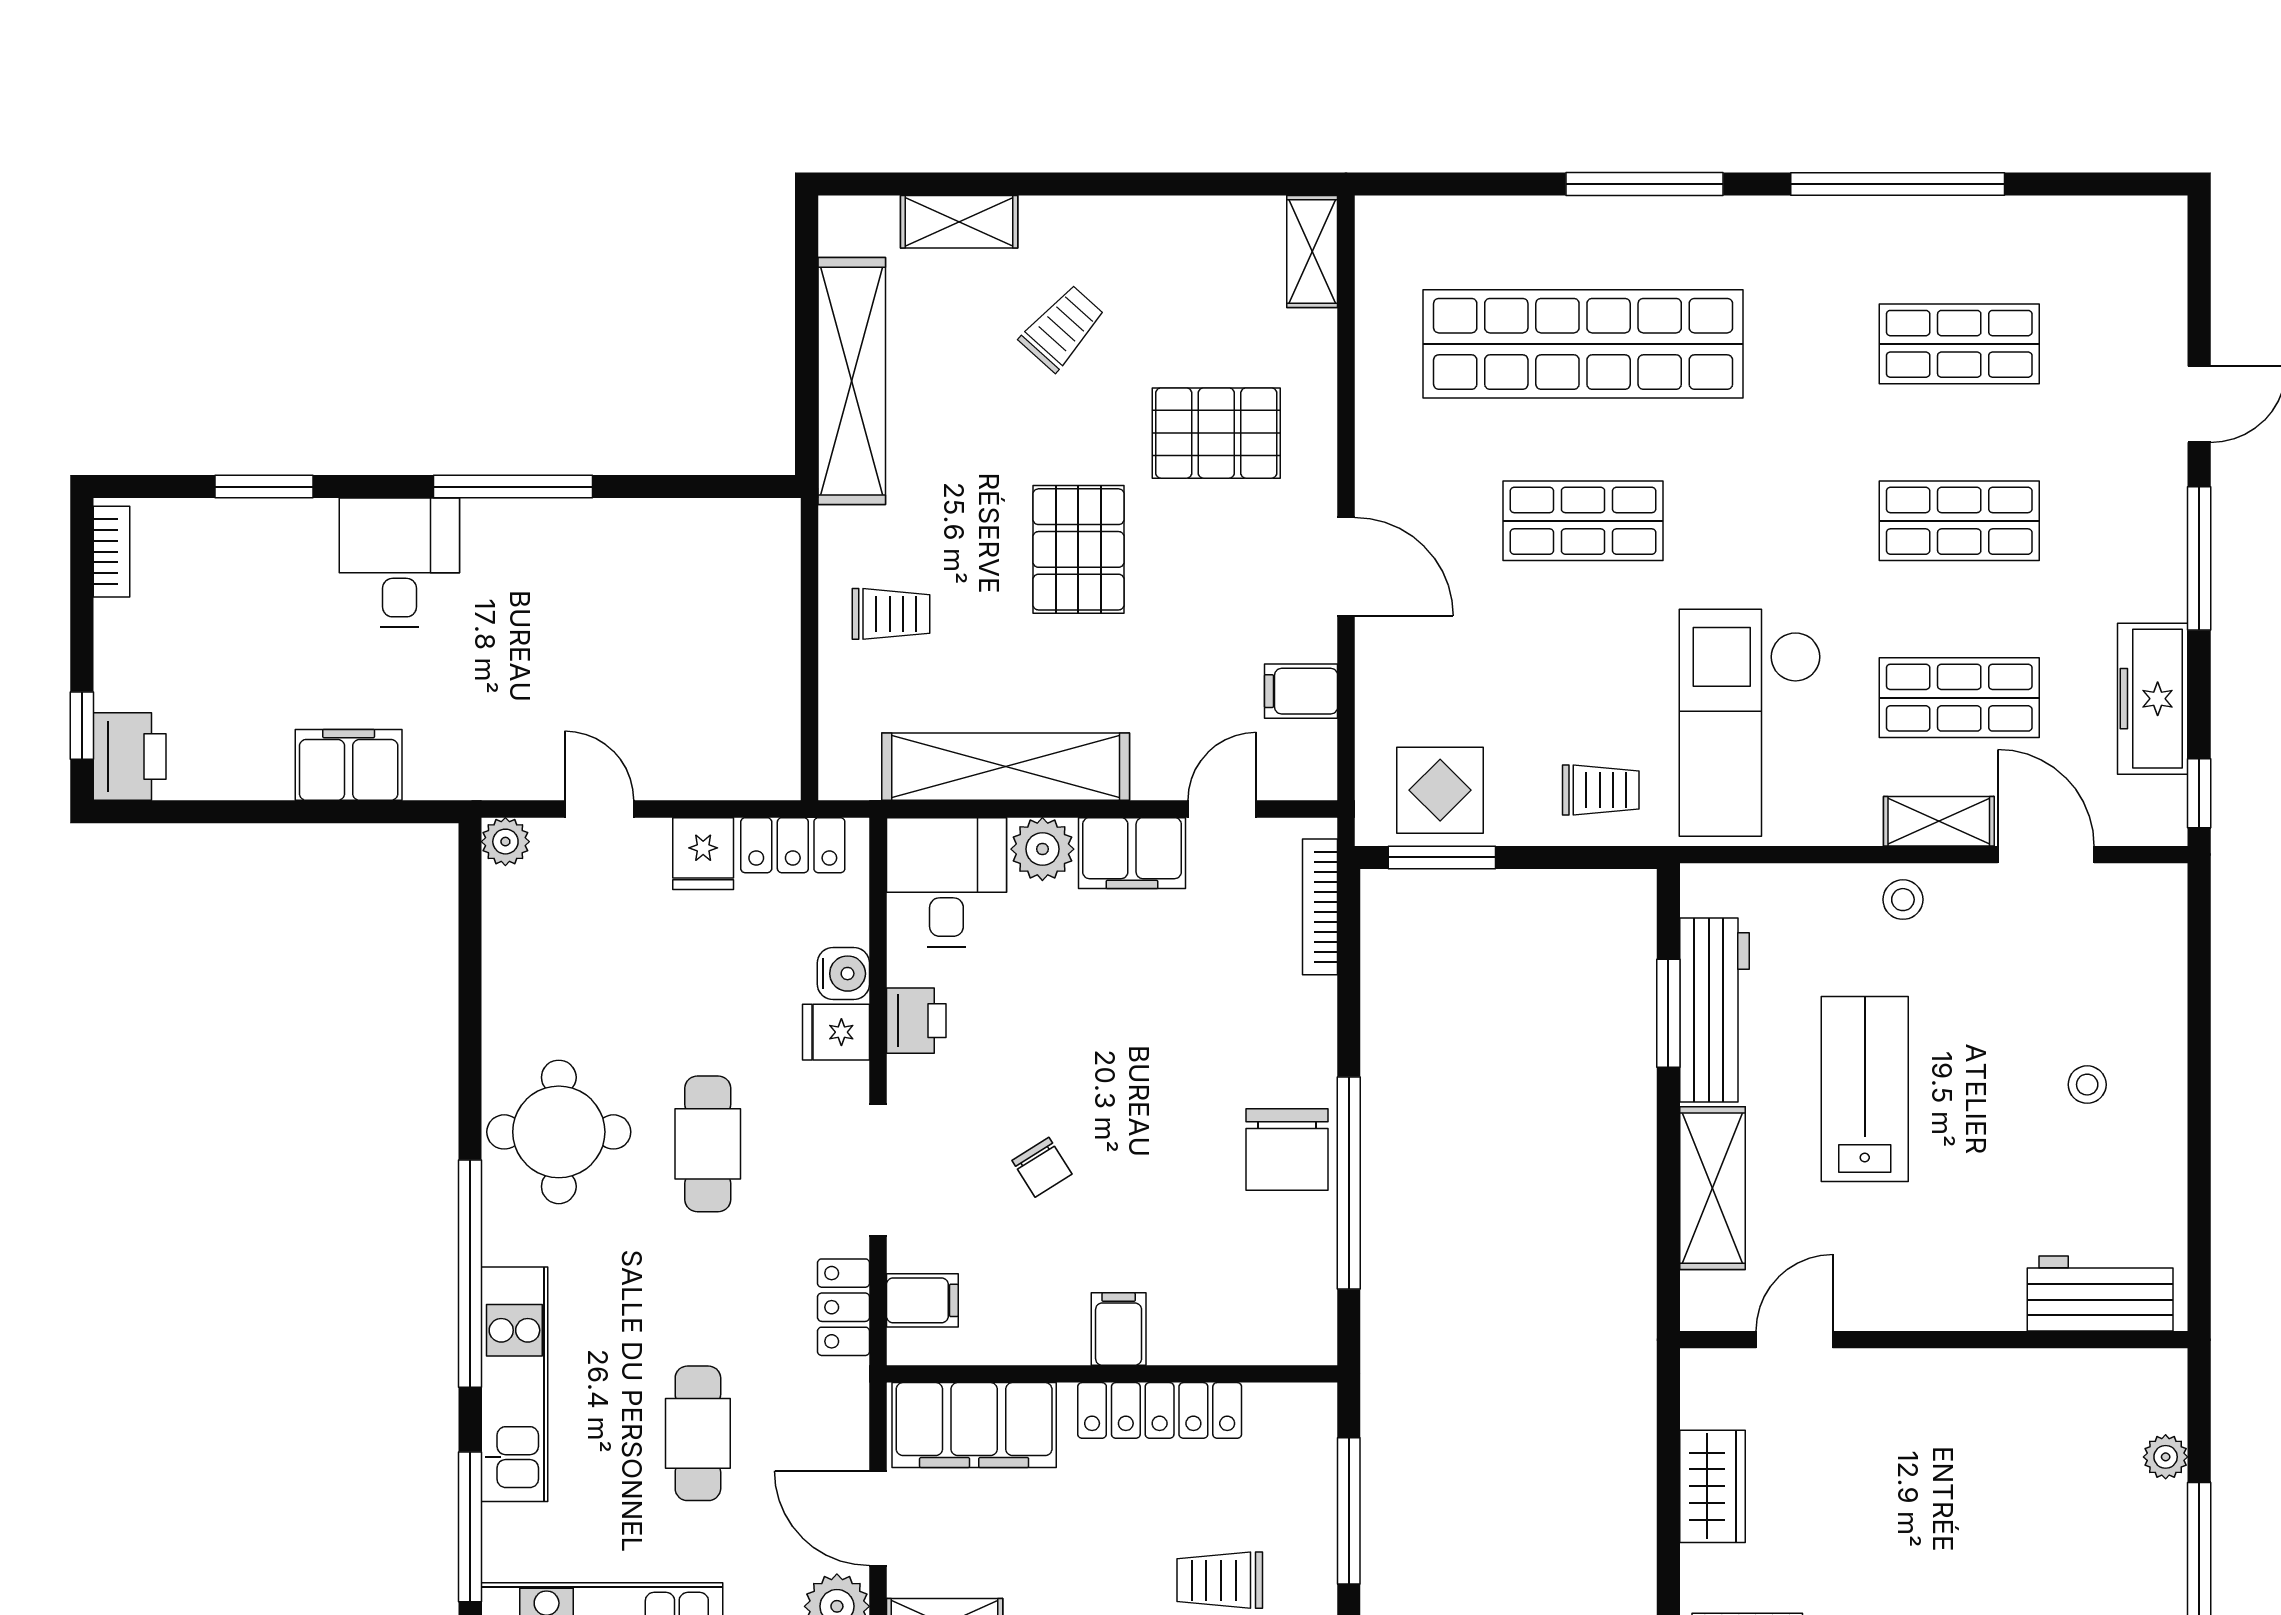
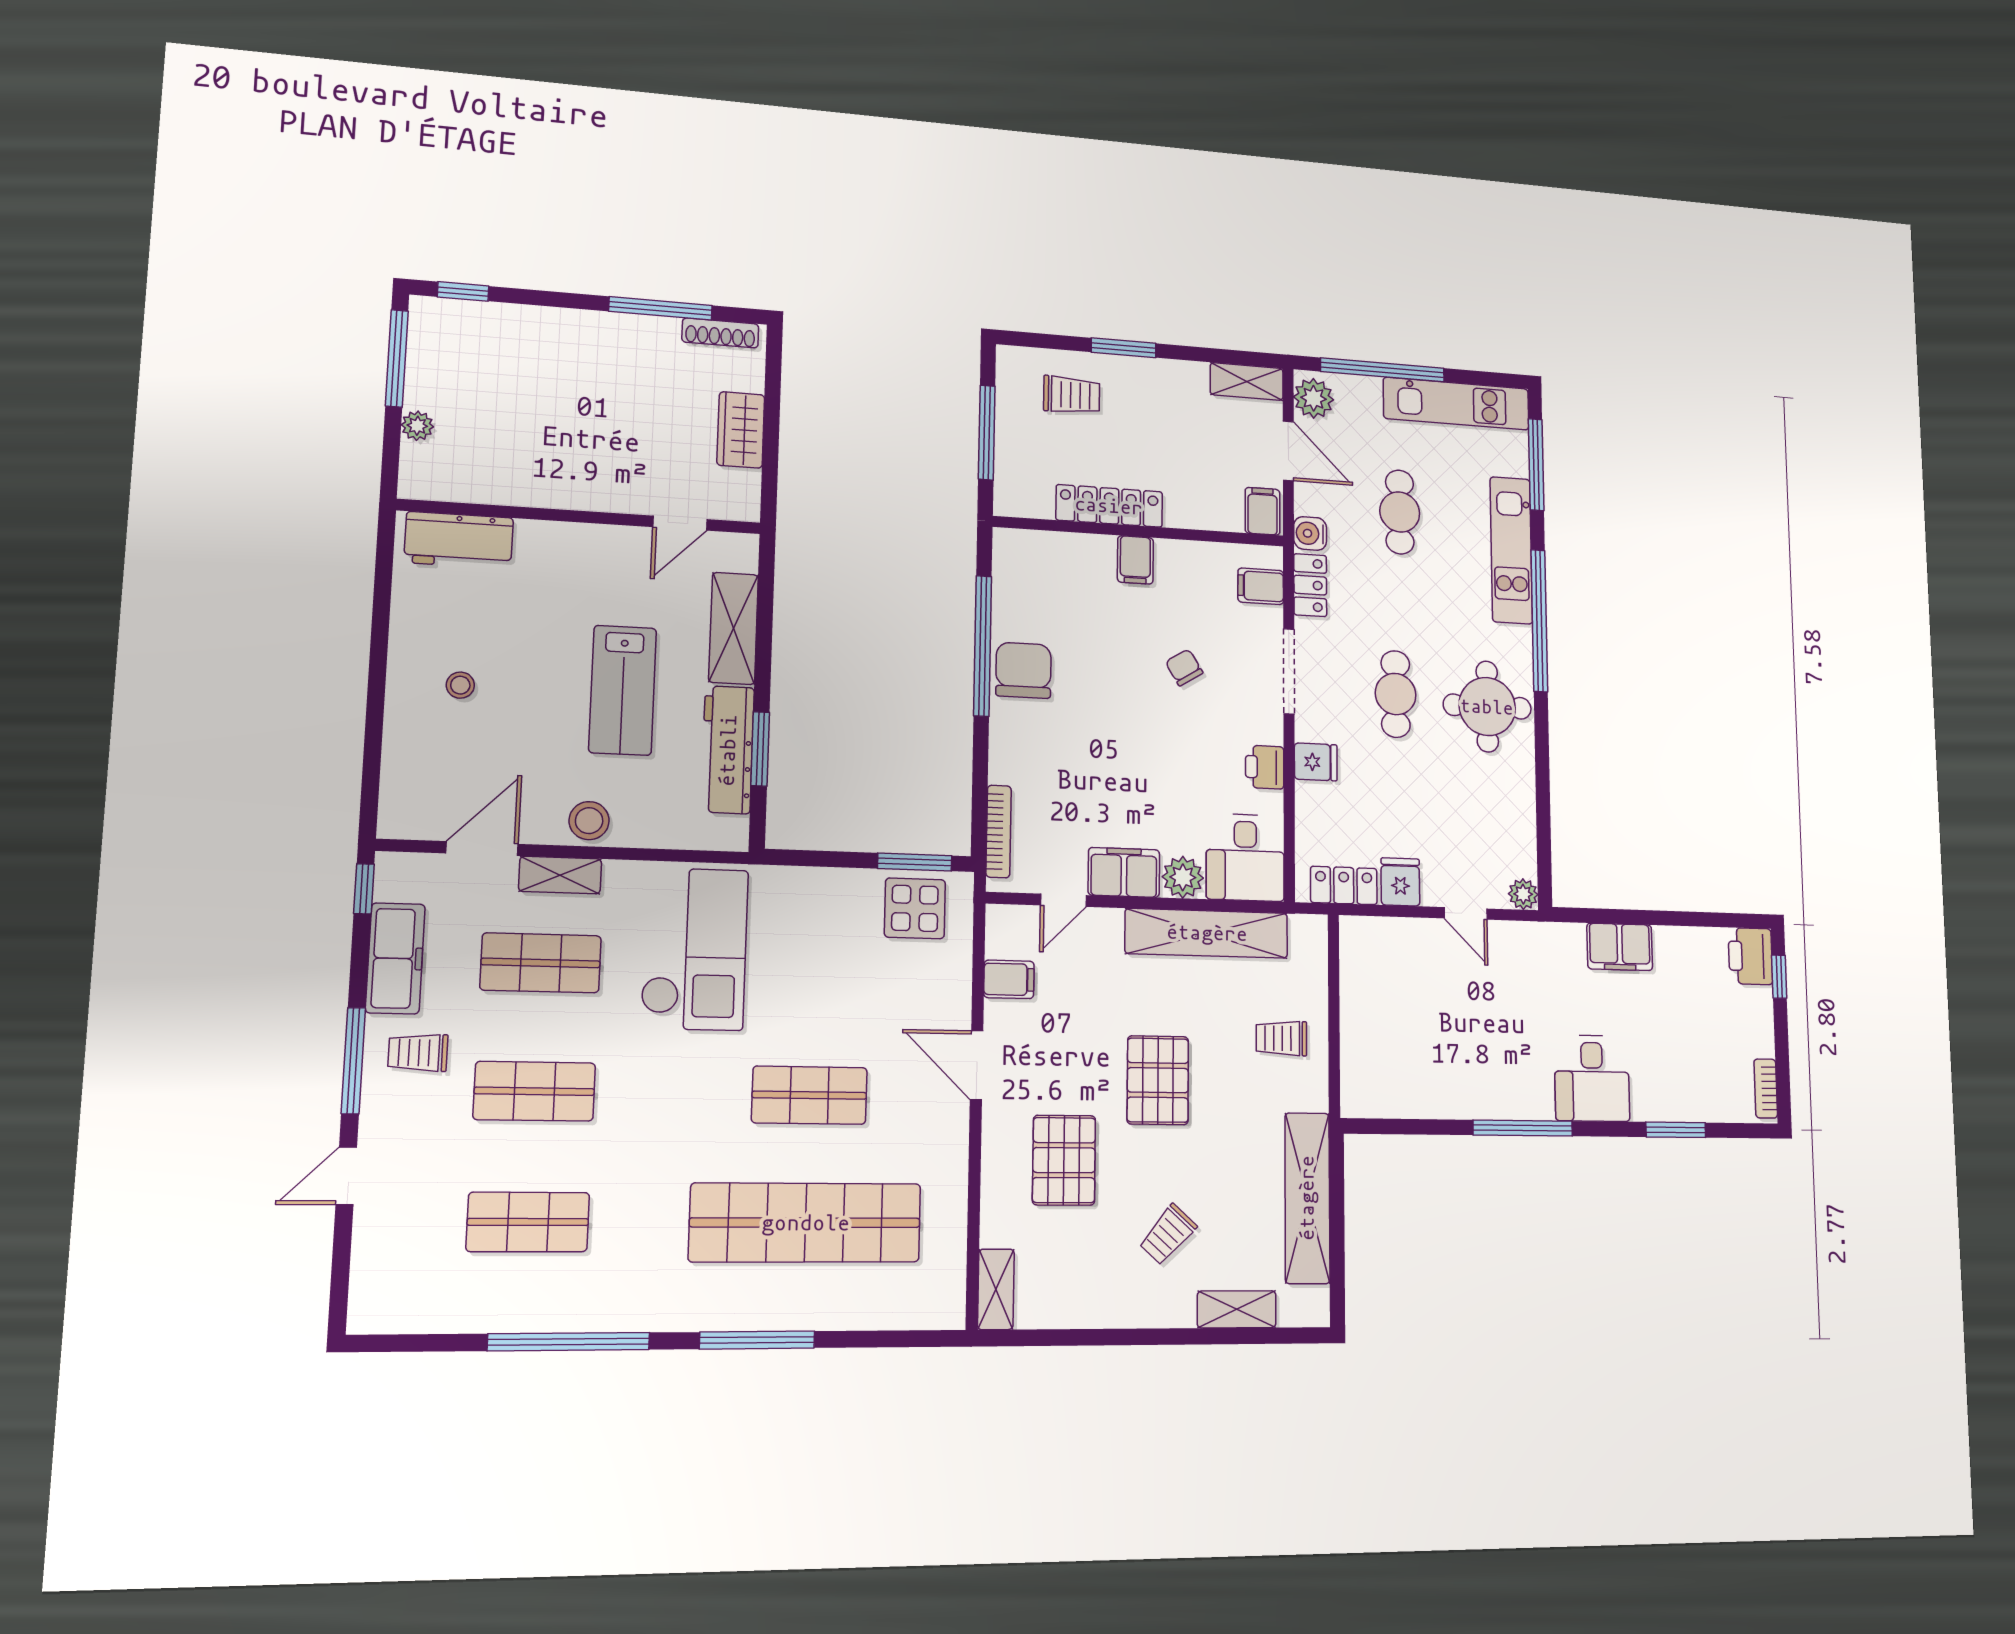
pallet: (1216, 433) -> (1064, 1160), turned 90
trolley: (1601, 790) -> (418, 1053), moved
door: (2046, 855) -> (482, 849), swing flipped
stool: (1903, 900) -> (589, 821), width x1.37, depth x1.37
water cooler: (843, 974) -> (1310, 533), moved
filing cabinet: (974, 1425) -> (1262, 511), width x0.33, depth x0.86

